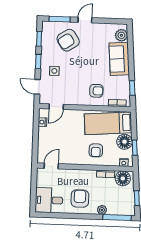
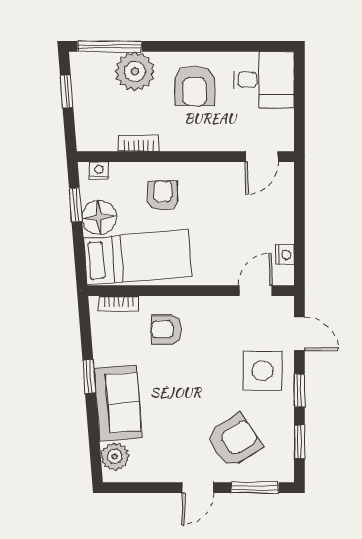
side table: (54, 71) -> (263, 371), width x1.87, depth x1.87
window: (132, 88) -> (89, 376), moved
floor lamp: (123, 178) -> (100, 135), removed
plant: (102, 210) -> (135, 71), width x1.88, depth x1.88

